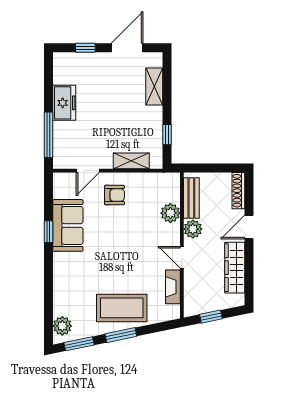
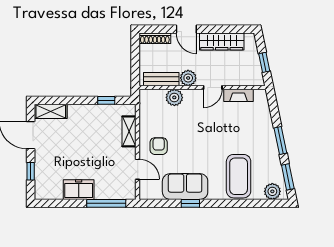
shelving: (154, 86) -> (51, 111), moved
coffee table: (122, 308) -> (239, 176), moved

